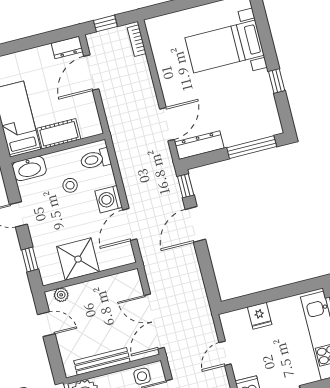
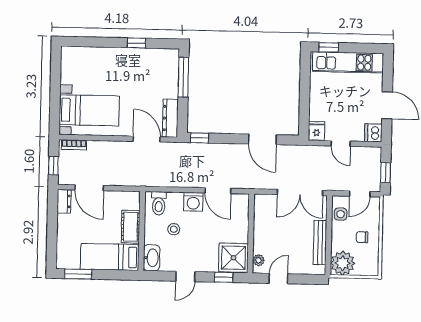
bed with nightstands: (225, 46) -> (89, 110), moved, turned -90
door: (195, 224) -> (262, 139), moved
shower: (78, 259) -> (233, 258), moved
fridge: (260, 316) -> (316, 131), moved, turned -90

